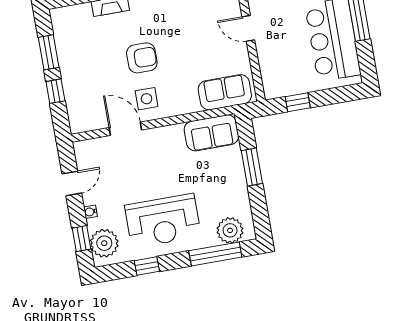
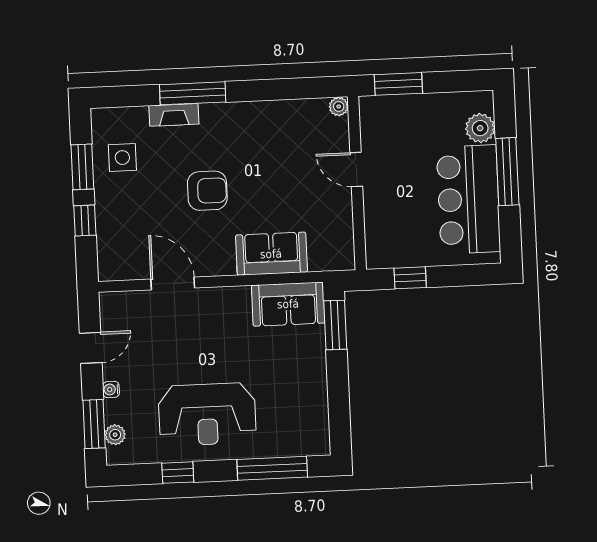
sofa: (225, 92) -> (271, 254), moved
side table: (147, 99) -> (122, 158), moved
window: (252, 167) -> (335, 325), moved
plant: (230, 230) -> (296, 439), removed
window: (81, 239) -> (94, 424), width x1.50
plant: (104, 243) -> (115, 435), width x0.53, depth x0.53

